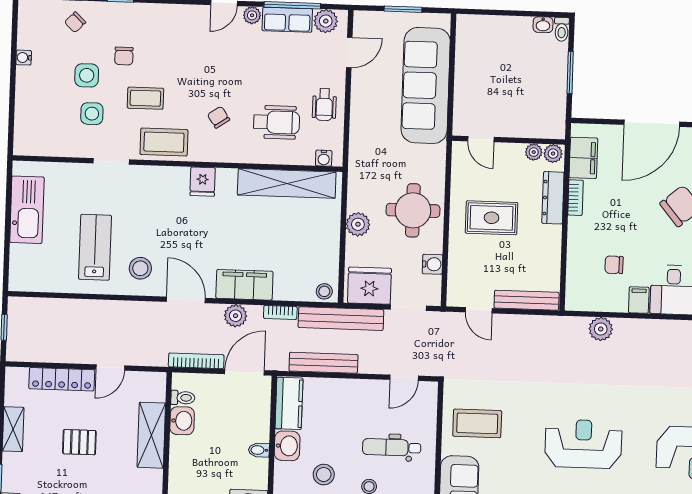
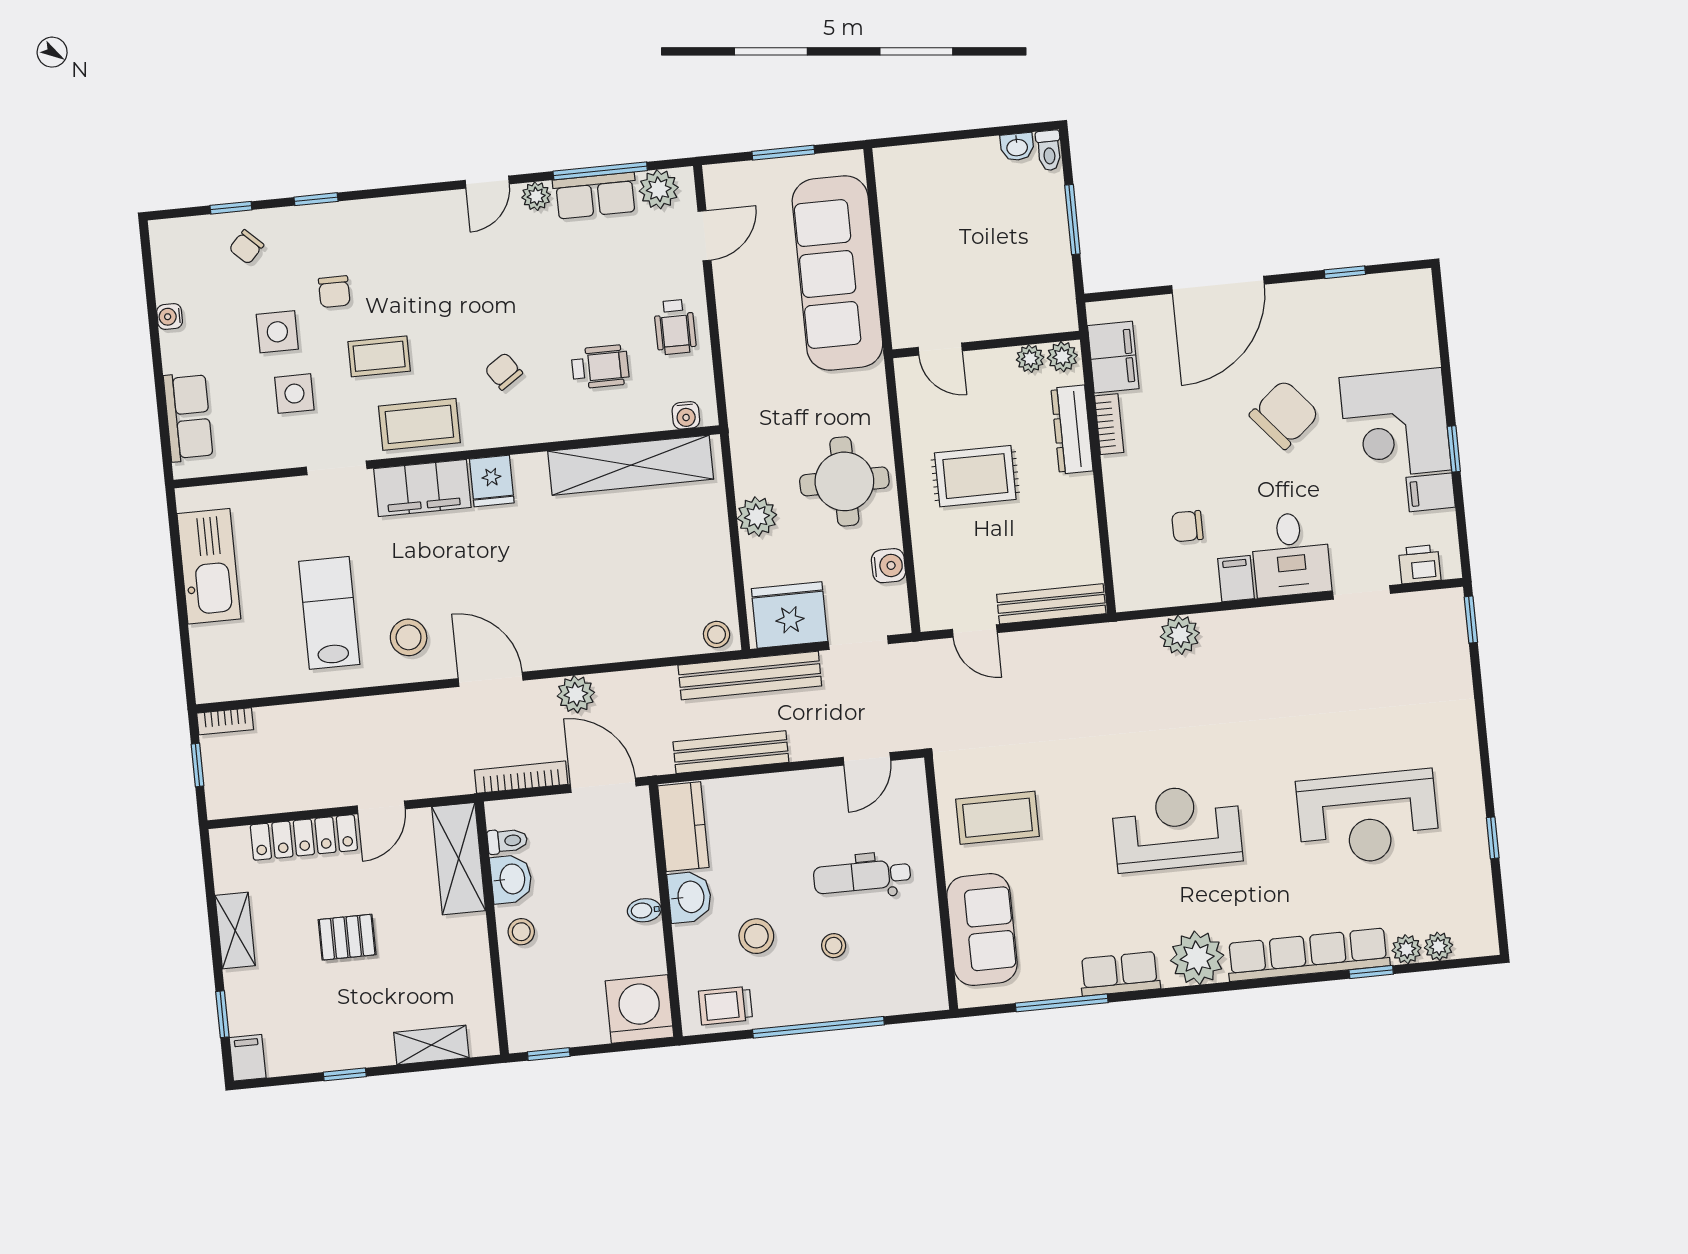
row of seats: (27, 119) -> (188, 417), added
wheelchair: (276, 122) -> (600, 367), width x0.73, depth x0.73
filing cabinet: (244, 285) -> (422, 488), moved, turned 180
bookcase: (280, 312) -> (225, 721), moved
door: (245, 372) -> (603, 785), hinge flipped
shelving: (151, 435) -> (459, 859), moved
stool: (184, 453) -> (521, 932), added

